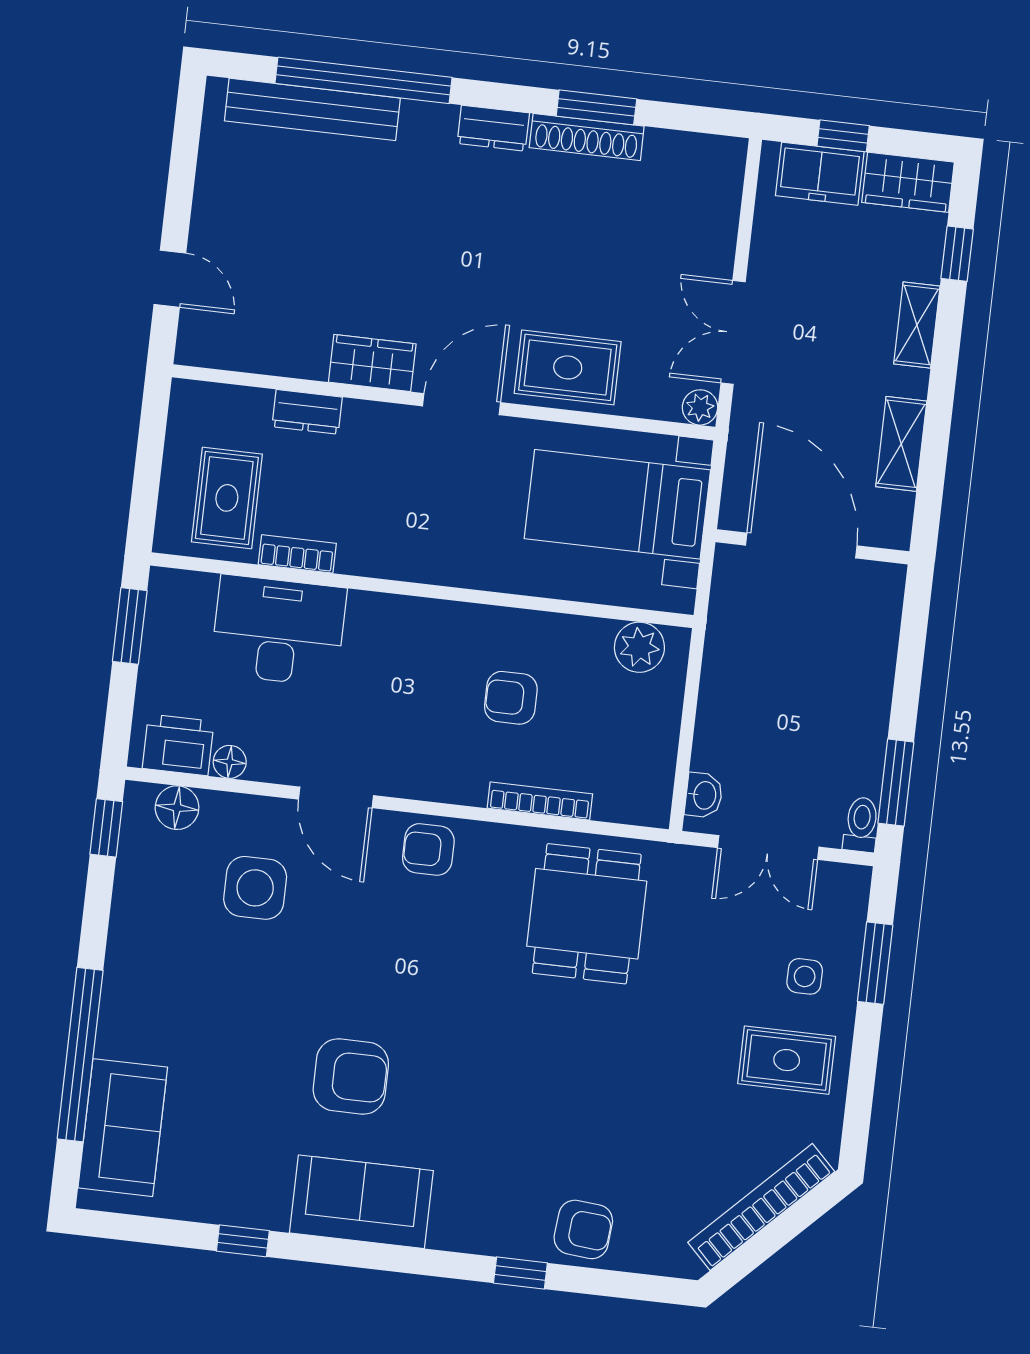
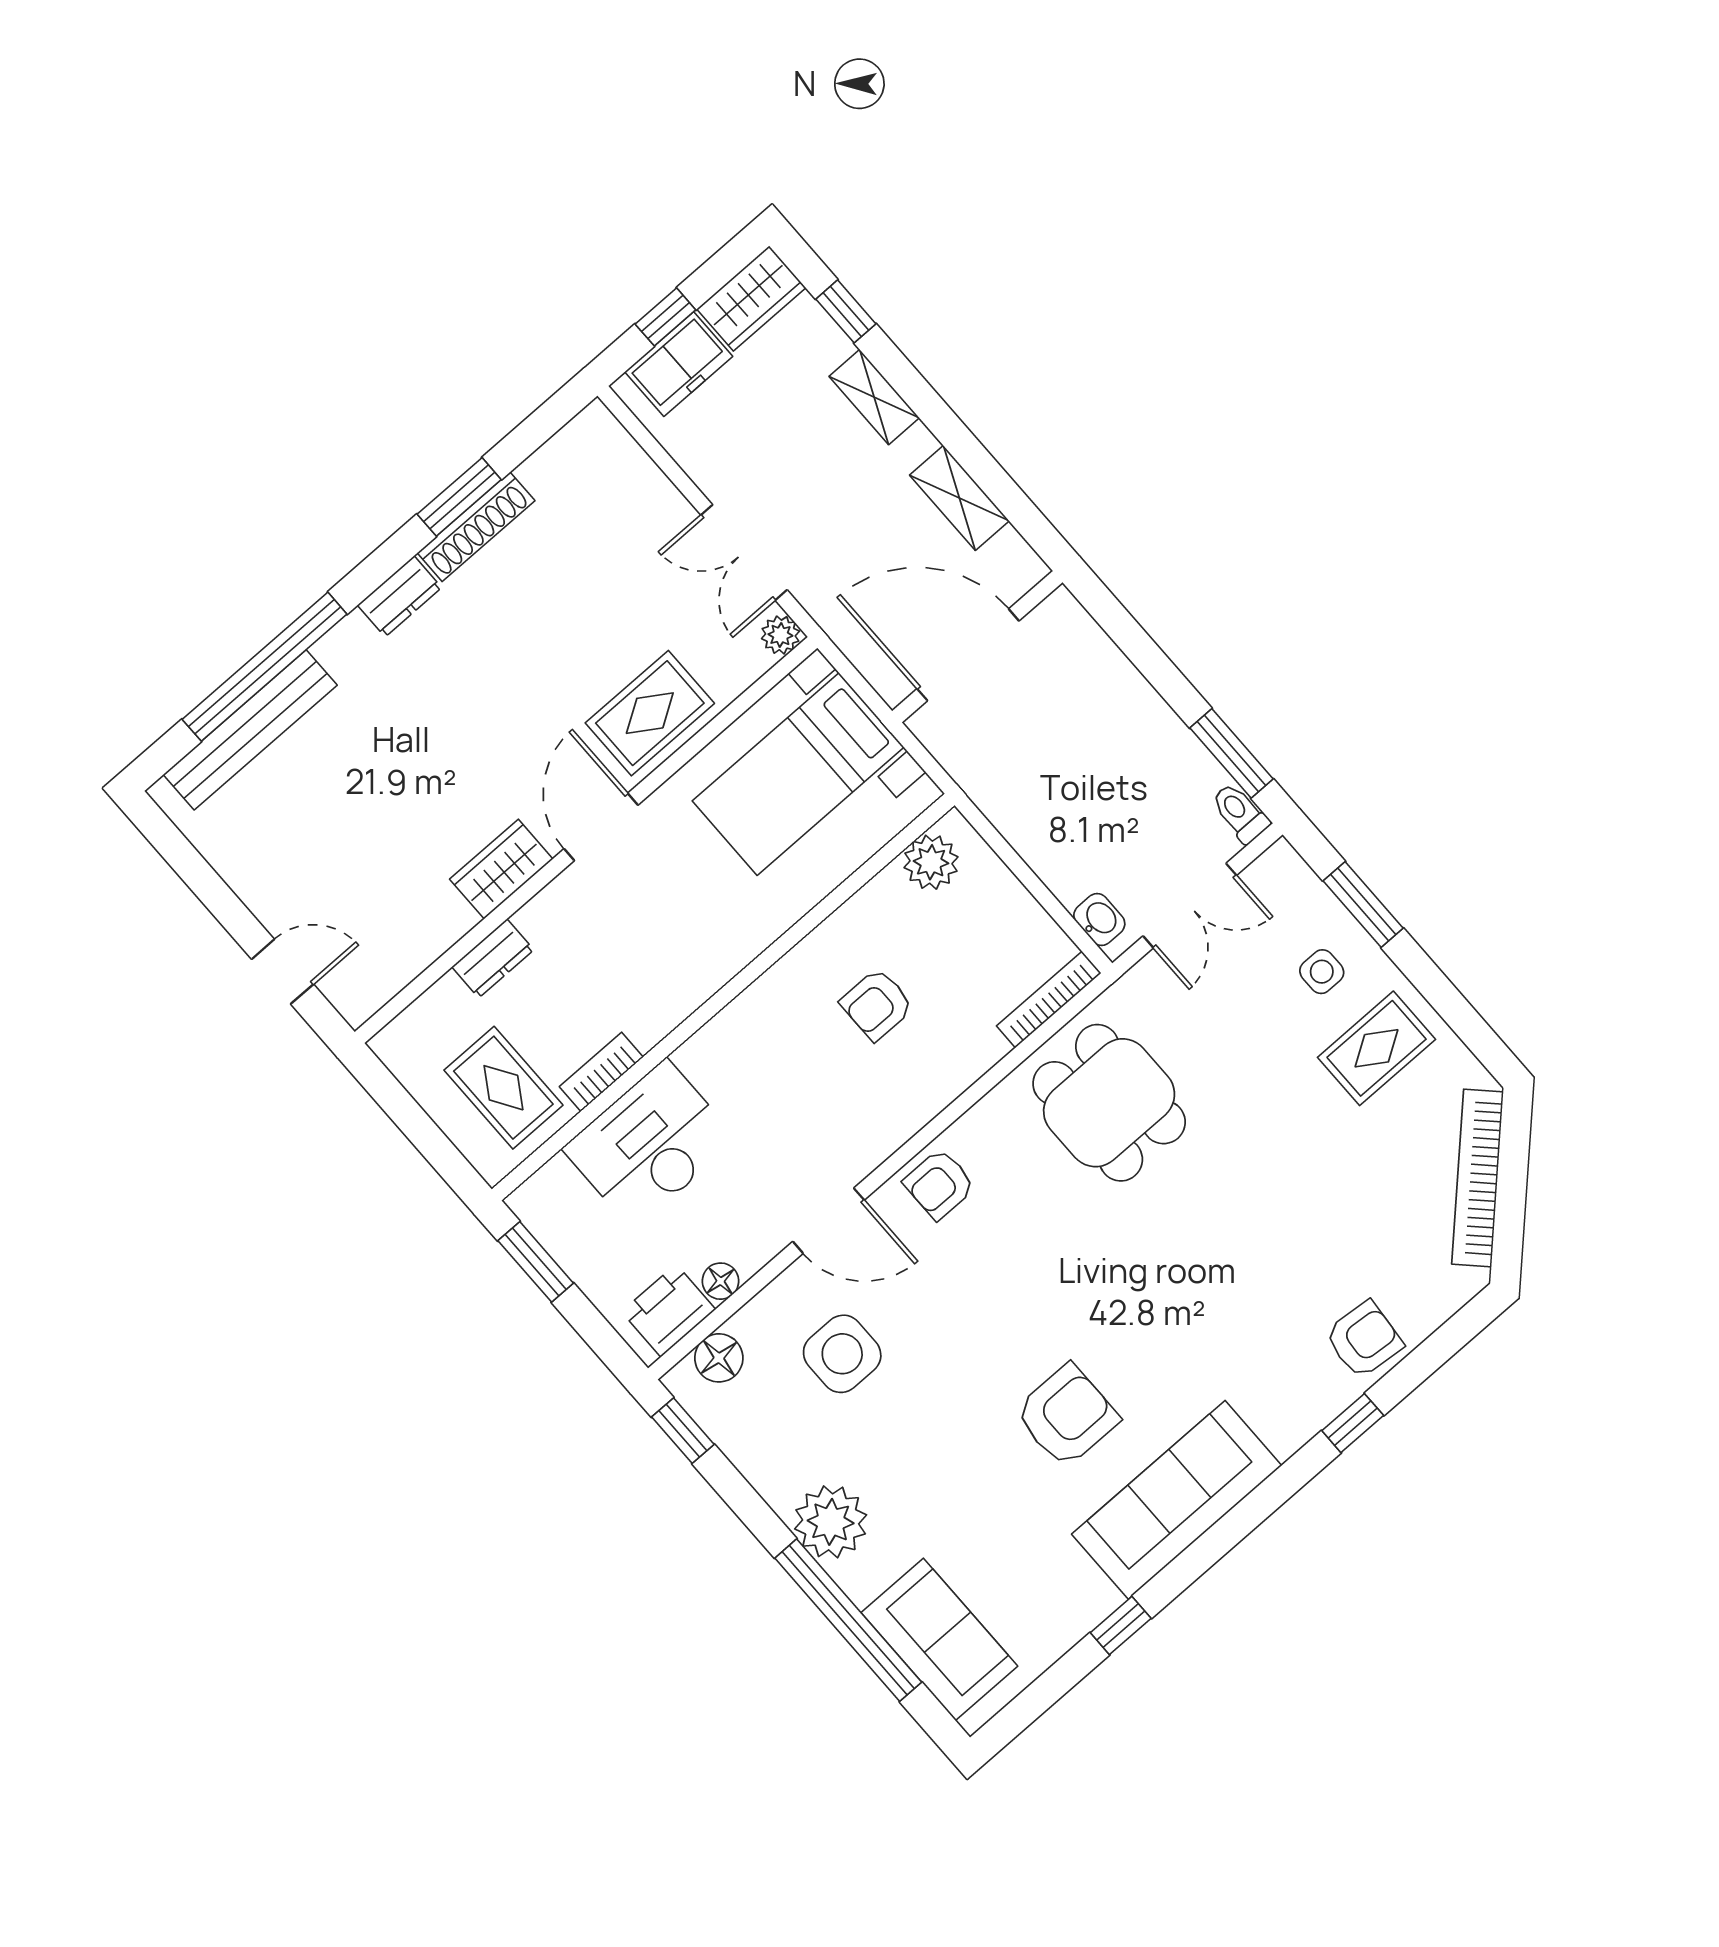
bookcase: (540, 801) -> (1049, 1000), moved
plant: (135, 983) -> (831, 1522), added
sofa: (361, 1202) -> (1177, 1500), width x1.36

